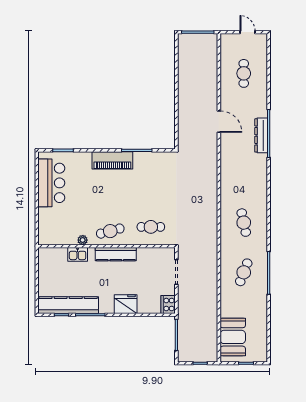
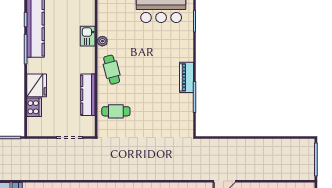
piano: (112, 160) -> (186, 77), width x0.73, depth x0.75
cafe table: (151, 227) -> (116, 111), turned 90
kitchen counter: (116, 254) -> (88, 95), moved
cooker: (168, 305) -> (34, 107), moved, turned 90

